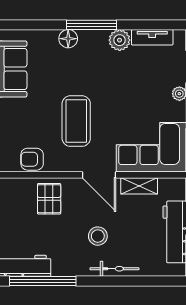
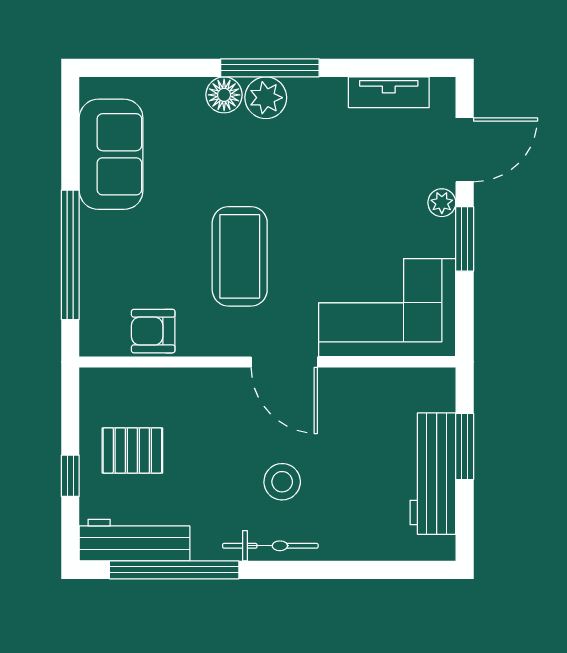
plant: (120, 40) -> (266, 98), moved
shelving: (139, 186) -> (363, 383), removed
pallet: (49, 199) -> (132, 450), moved, turned 90
bicycle: (114, 269) -> (270, 546), moved

